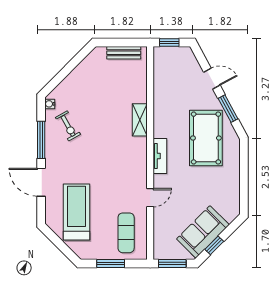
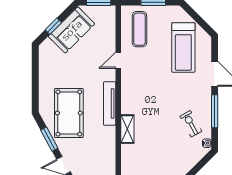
tv unit: (160, 156) -> (110, 103), width x1.41
window: (214, 245) -> (53, 26), moved

